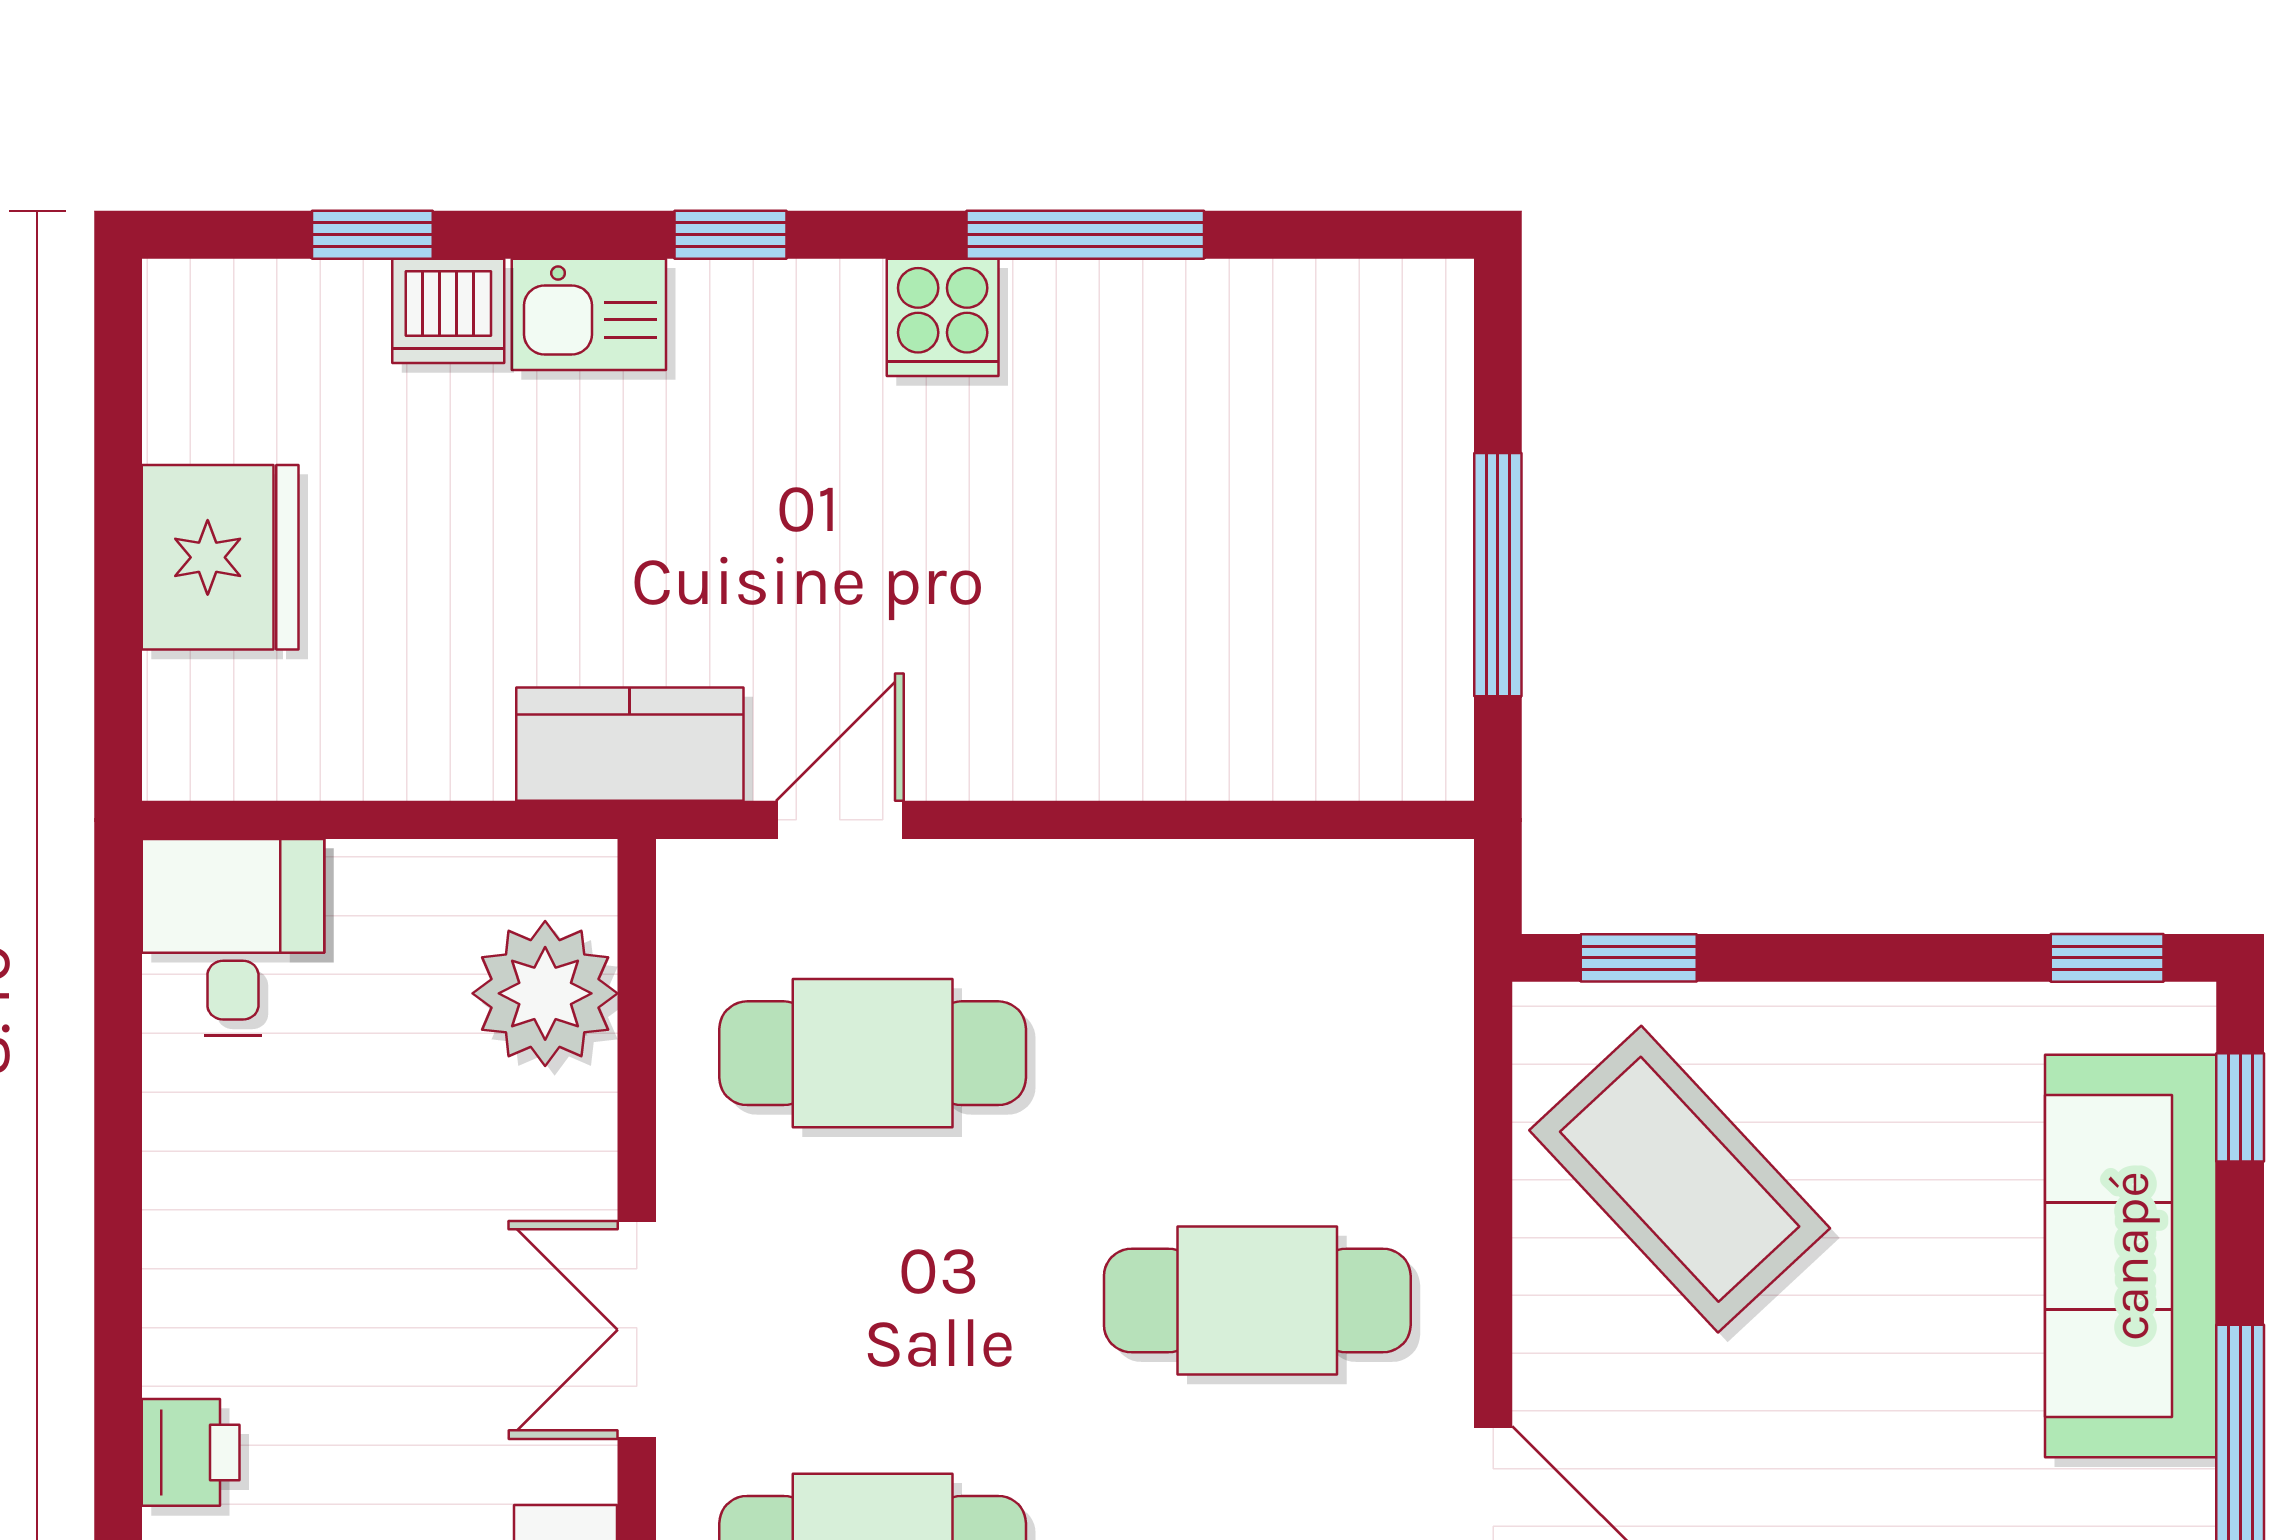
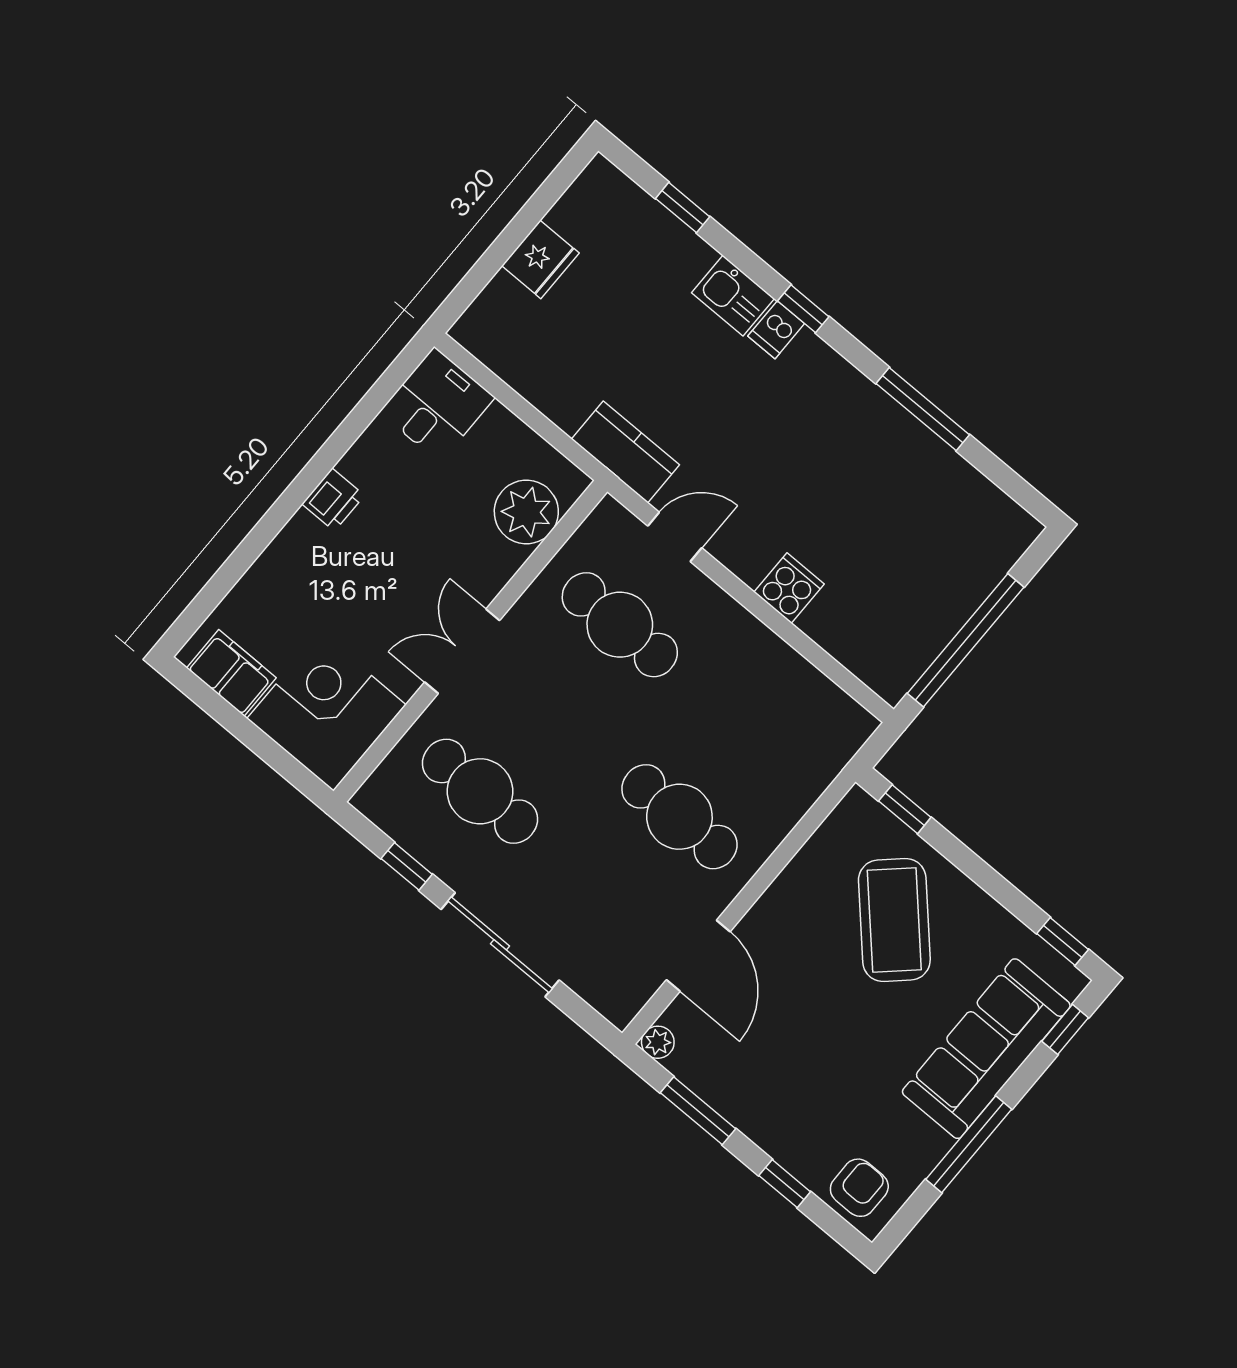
dishwasher: (448, 311) -> (776, 330), moved, width x0.73
cooker: (943, 317) -> (789, 588), moved, turned 180
fridge: (220, 557) -> (540, 259), width x0.73, depth x0.75
window: (1498, 575) -> (966, 640), width x1.46
coffee table: (1680, 1179) -> (894, 920), moved
printer: (191, 1452) -> (333, 500), moved

